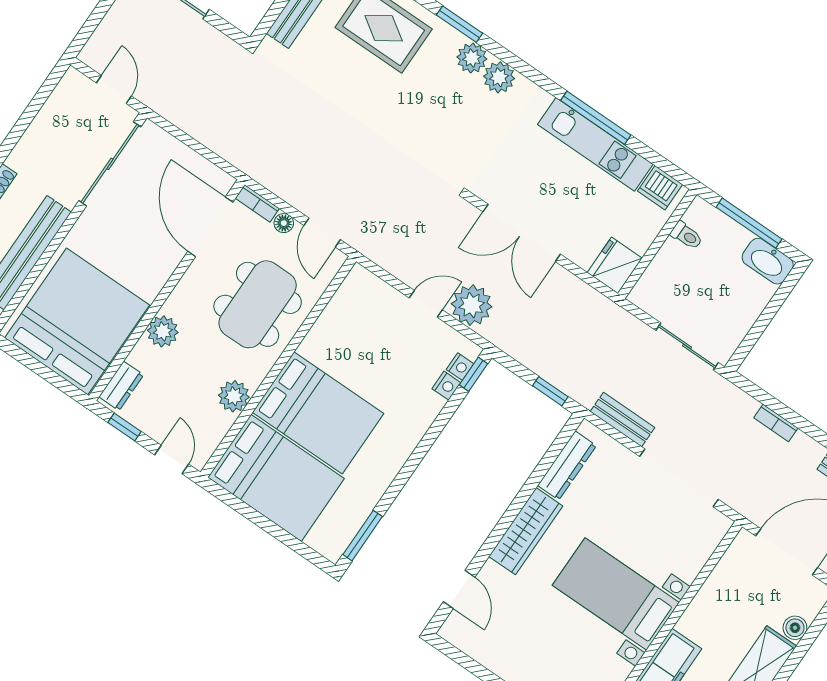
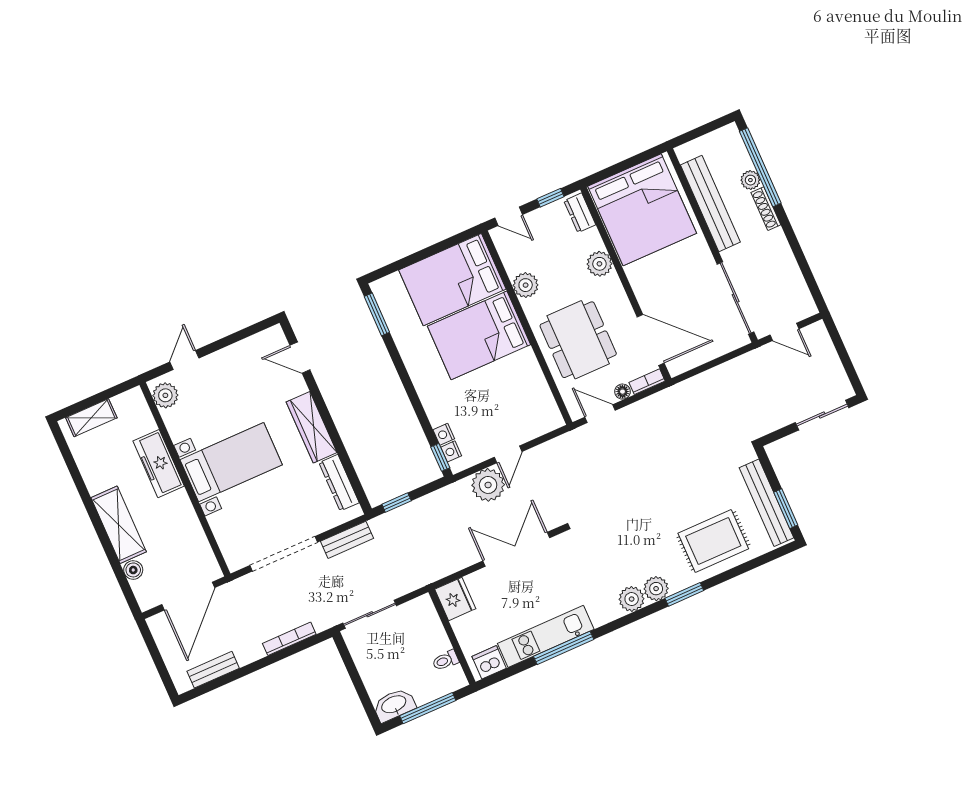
bookcase: (776, 423) -> (289, 639), width x1.56

